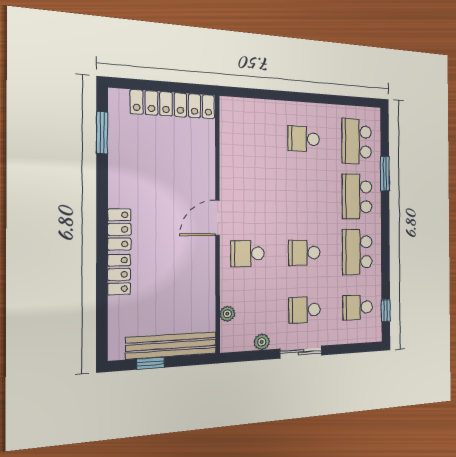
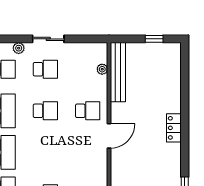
locker: (119, 274) -> (174, 98), removed
plant: (262, 342) -> (19, 48), moved
bench: (172, 345) -> (118, 72), moved, turned 90

